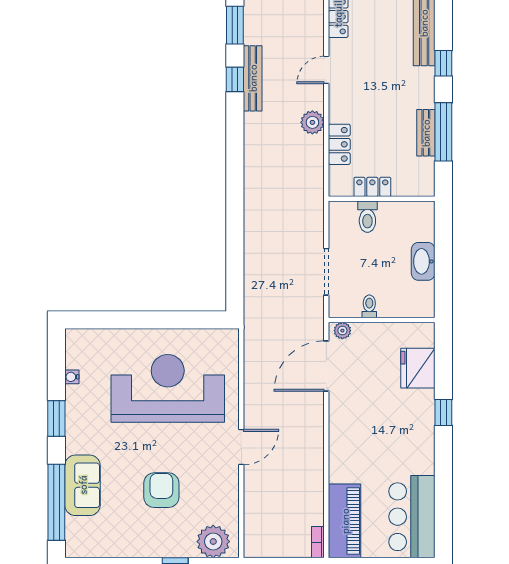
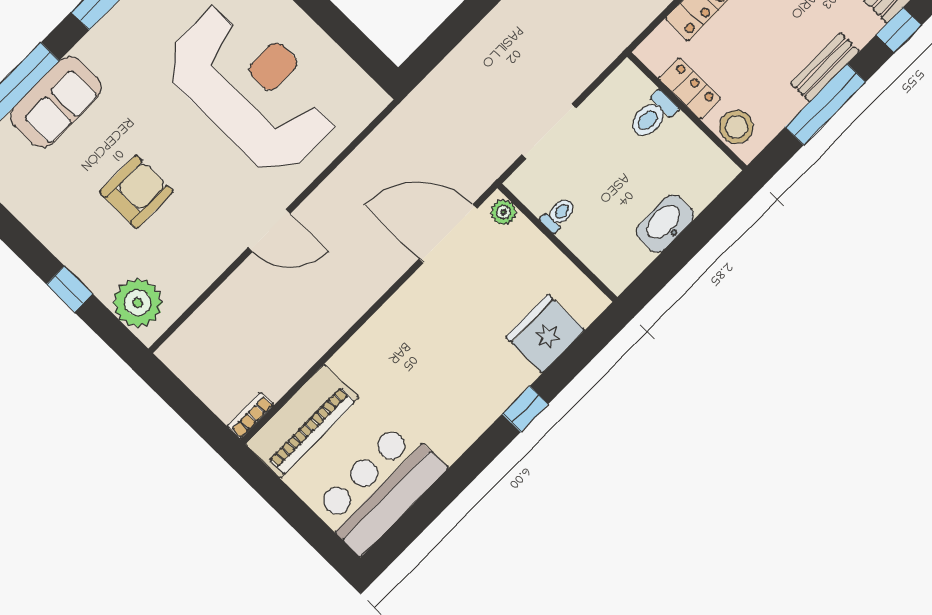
bench: (426, 133) -> (825, 67), moved
stool: (412, 183) -> (736, 127), added

